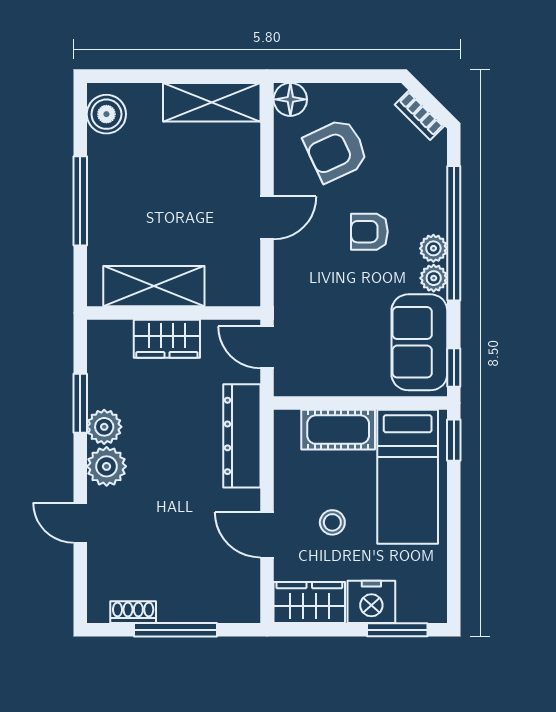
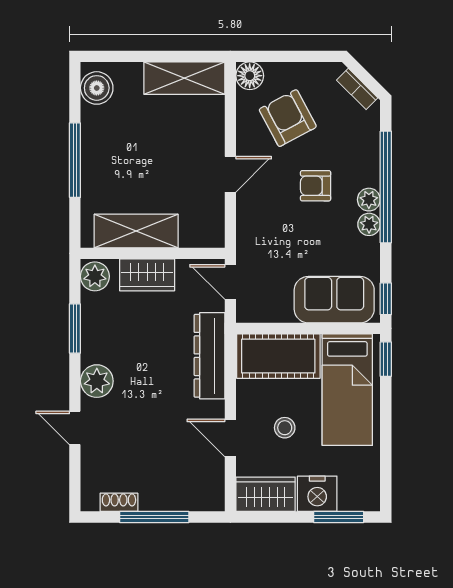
armchair: (336, 150) -> (288, 118), turned 87
sofa: (419, 342) -> (334, 300), moved, turned 90
plant: (104, 427) -> (95, 276), moved
cot: (338, 430) -> (278, 356), width x1.37, depth x1.34

